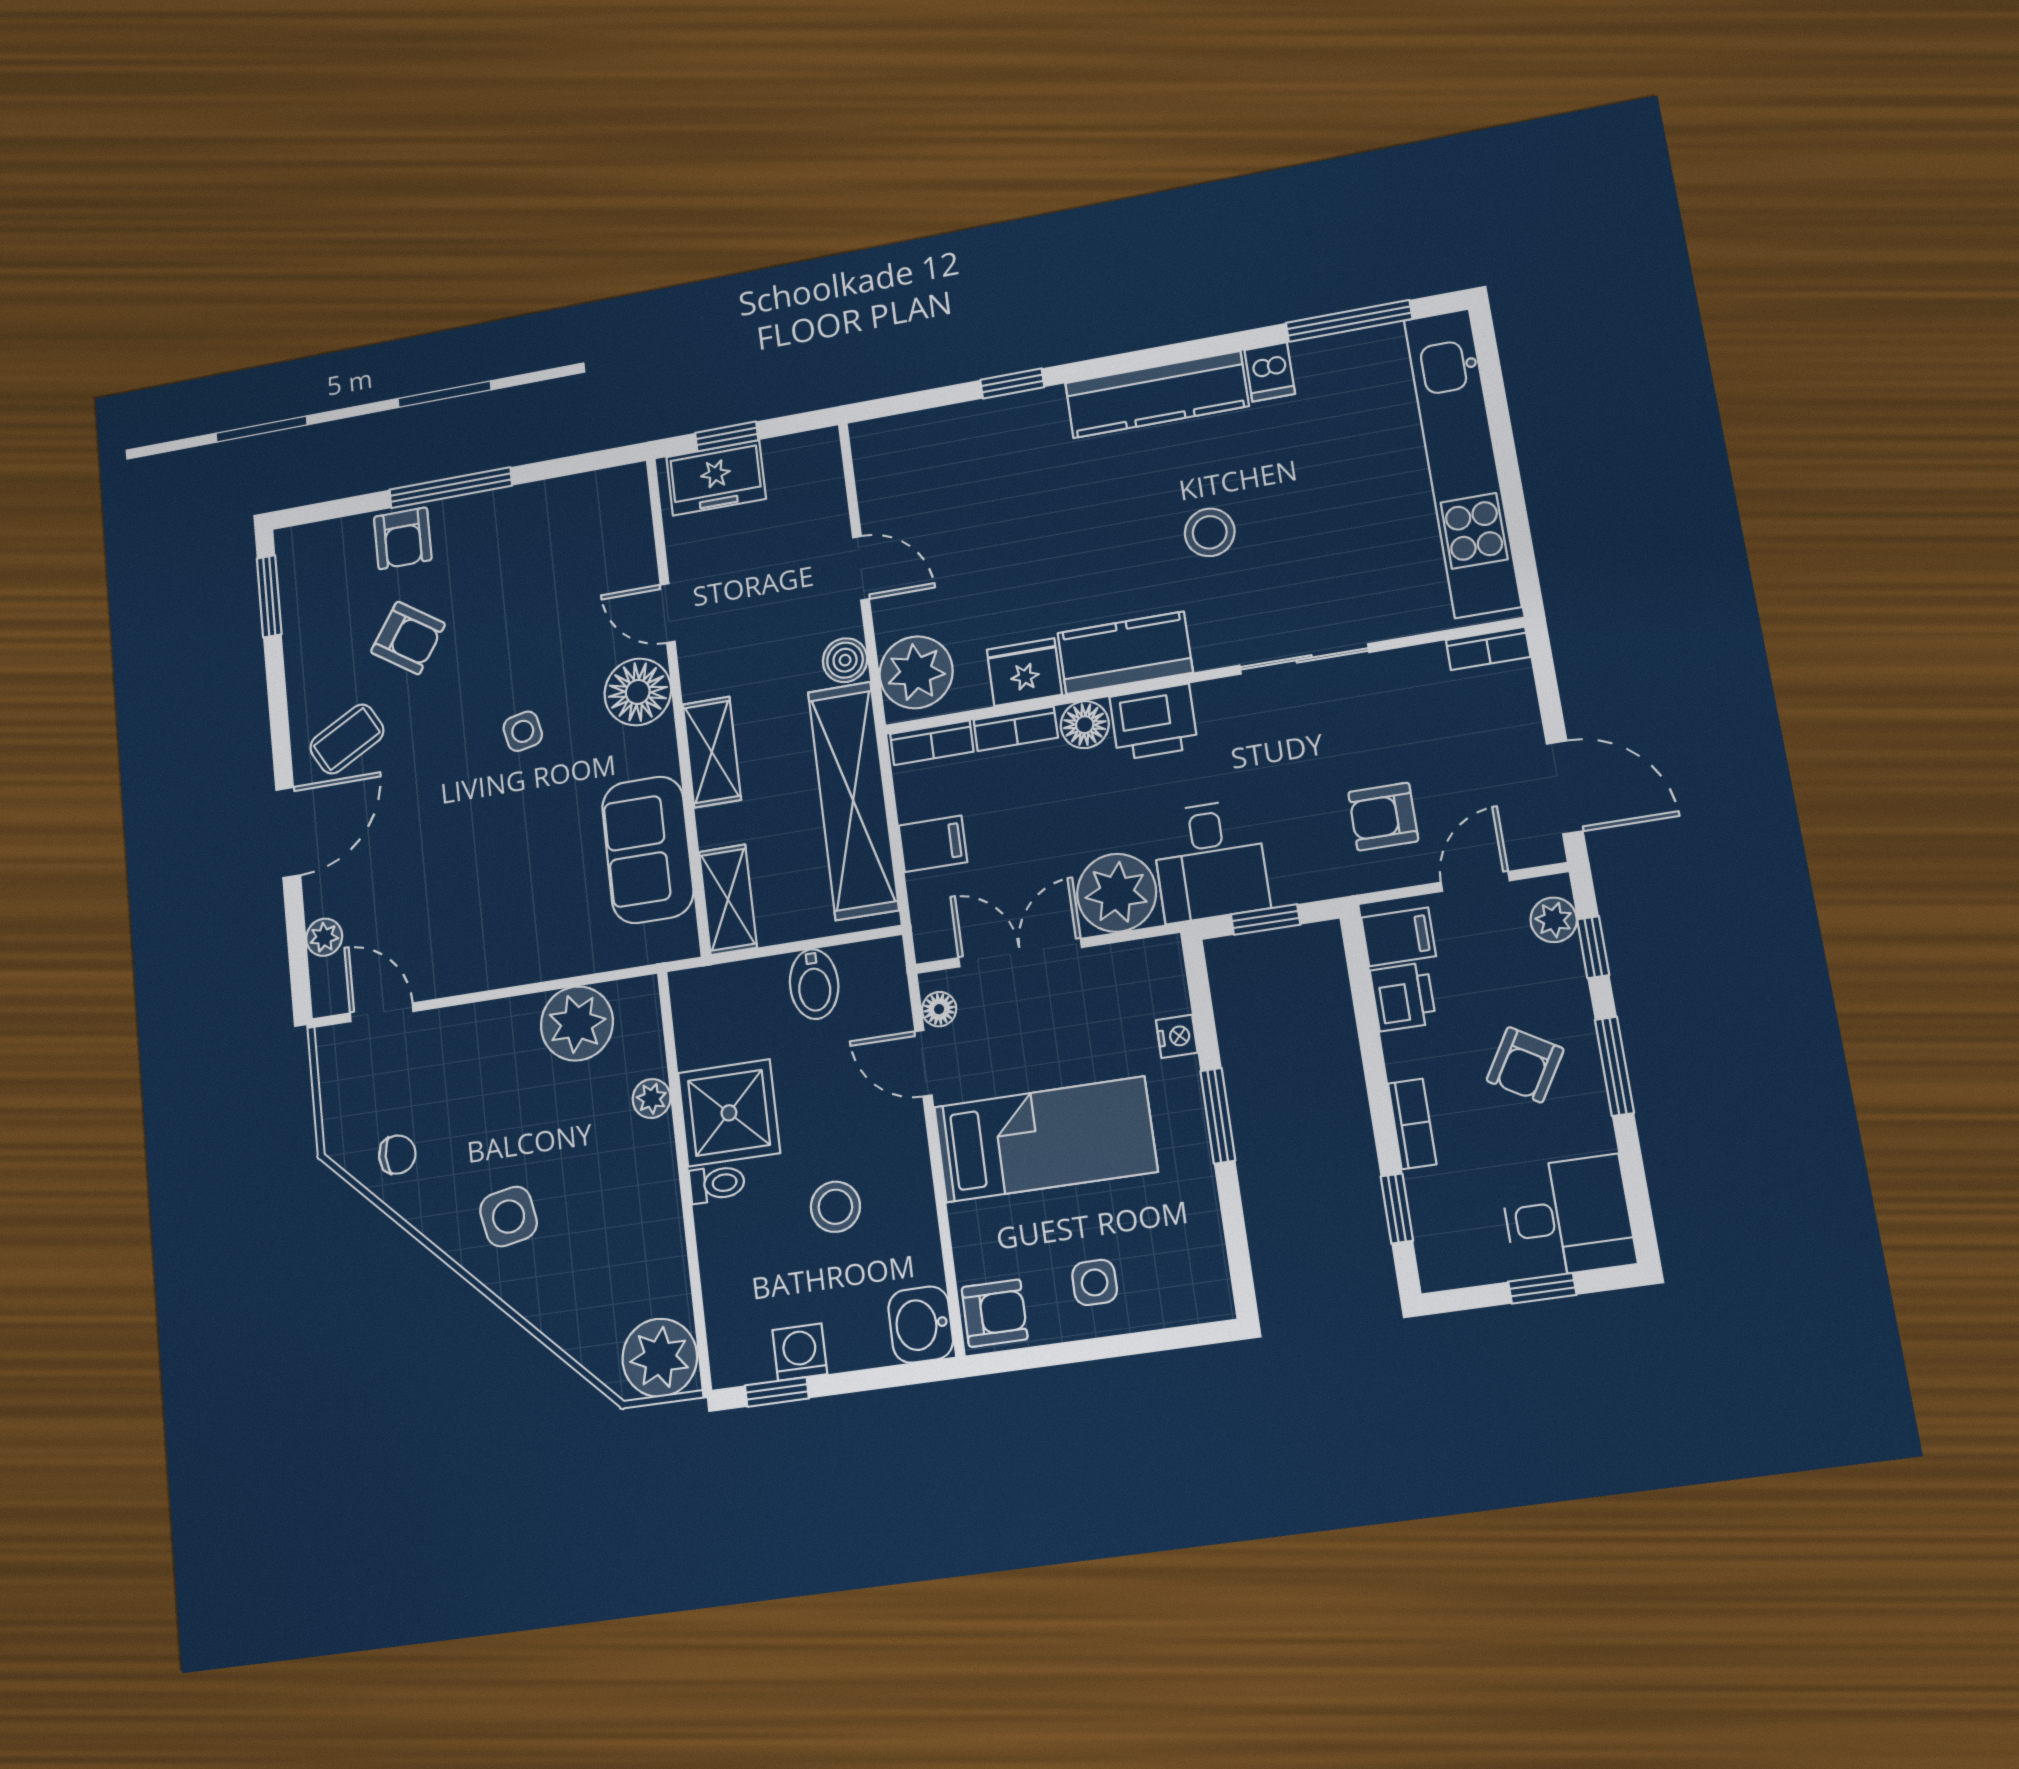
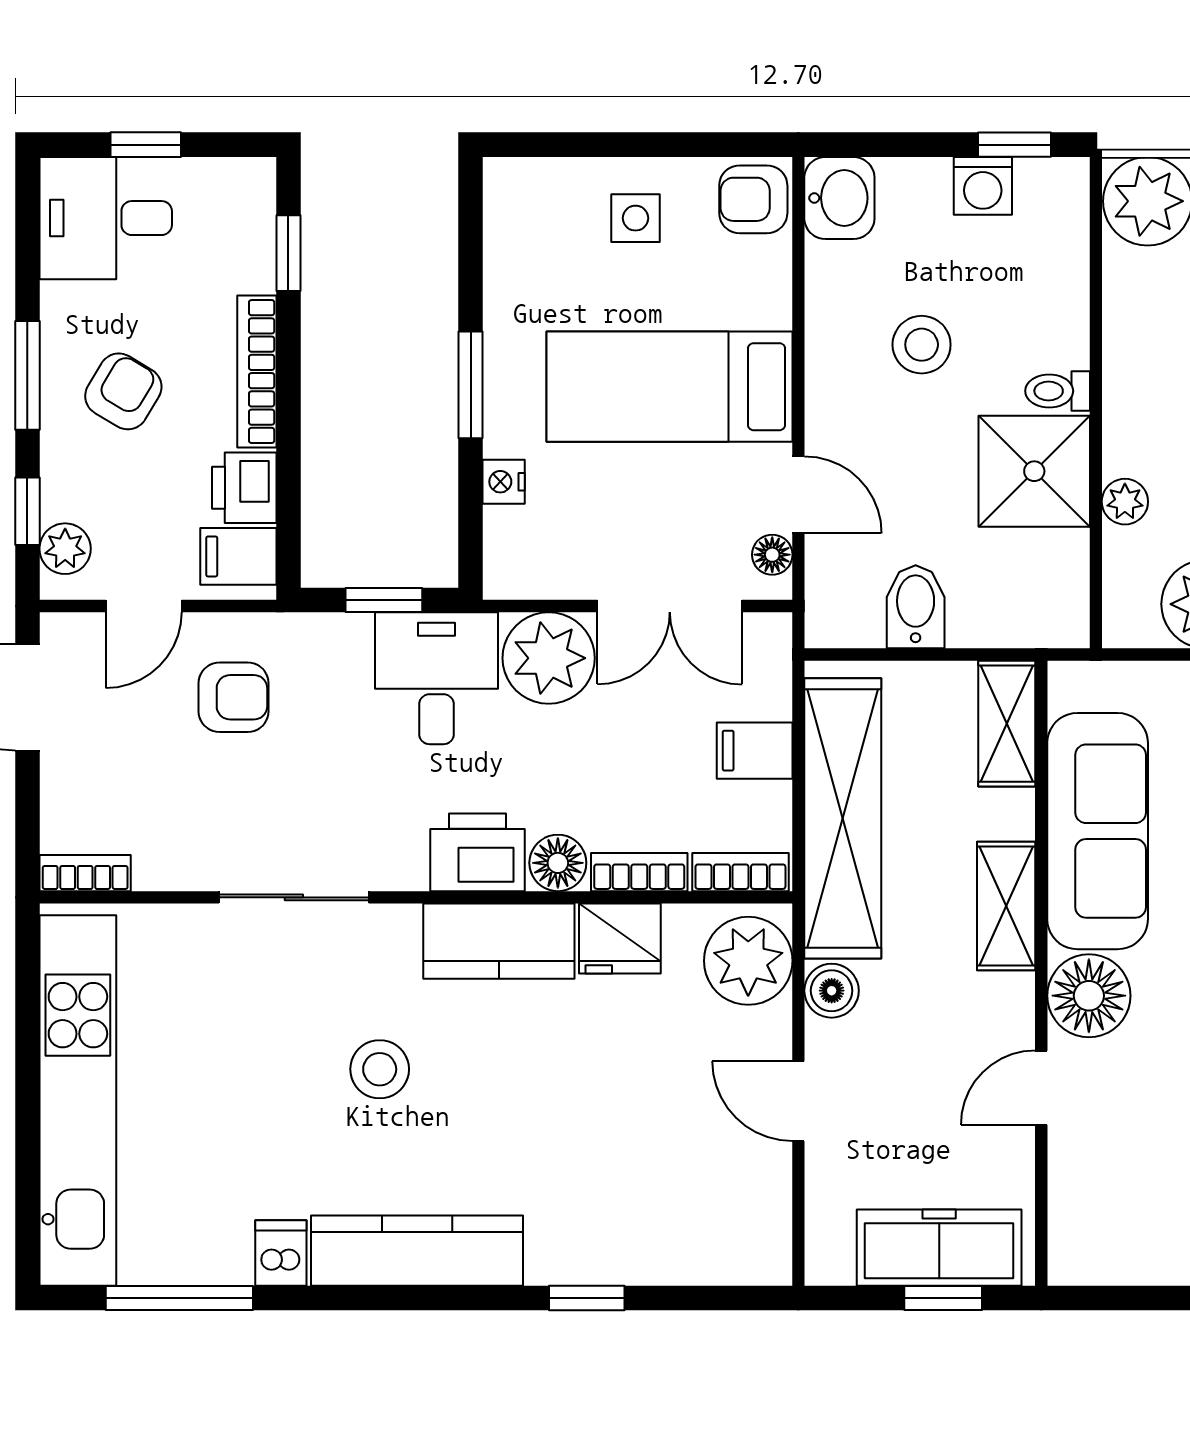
freezer: (716, 478) -> (939, 1248), width x1.40
door: (668, 613) -> (1041, 1088), swing flipped
sofa: (648, 850) -> (1098, 831), width x1.36
bookcase: (1412, 1124) -> (257, 372), width x1.56

